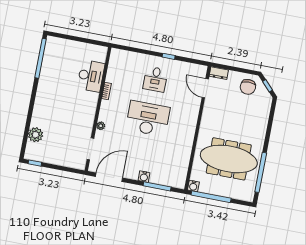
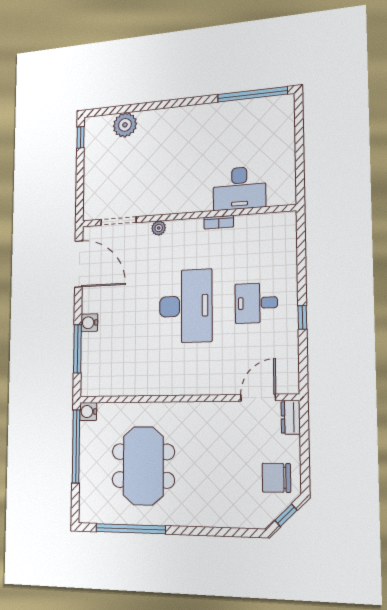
meeting table: (229, 159) -> (143, 466), width x0.73

